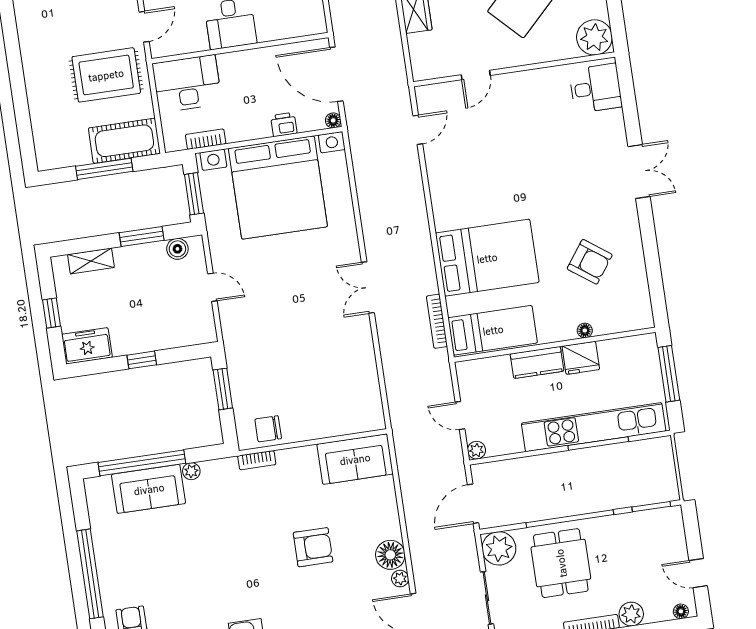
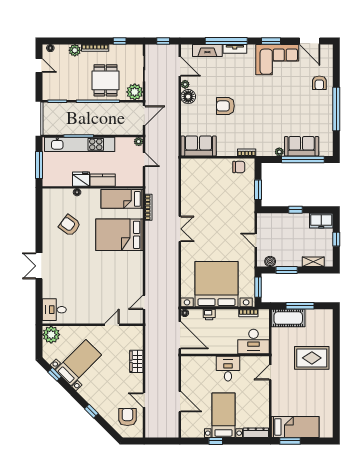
rug: (106, 75) -> (312, 358), moved

